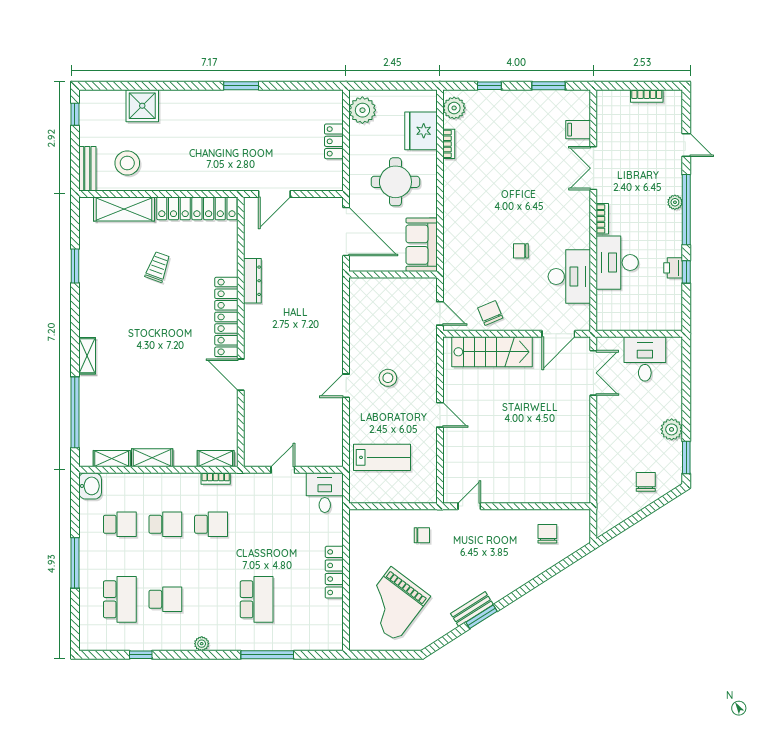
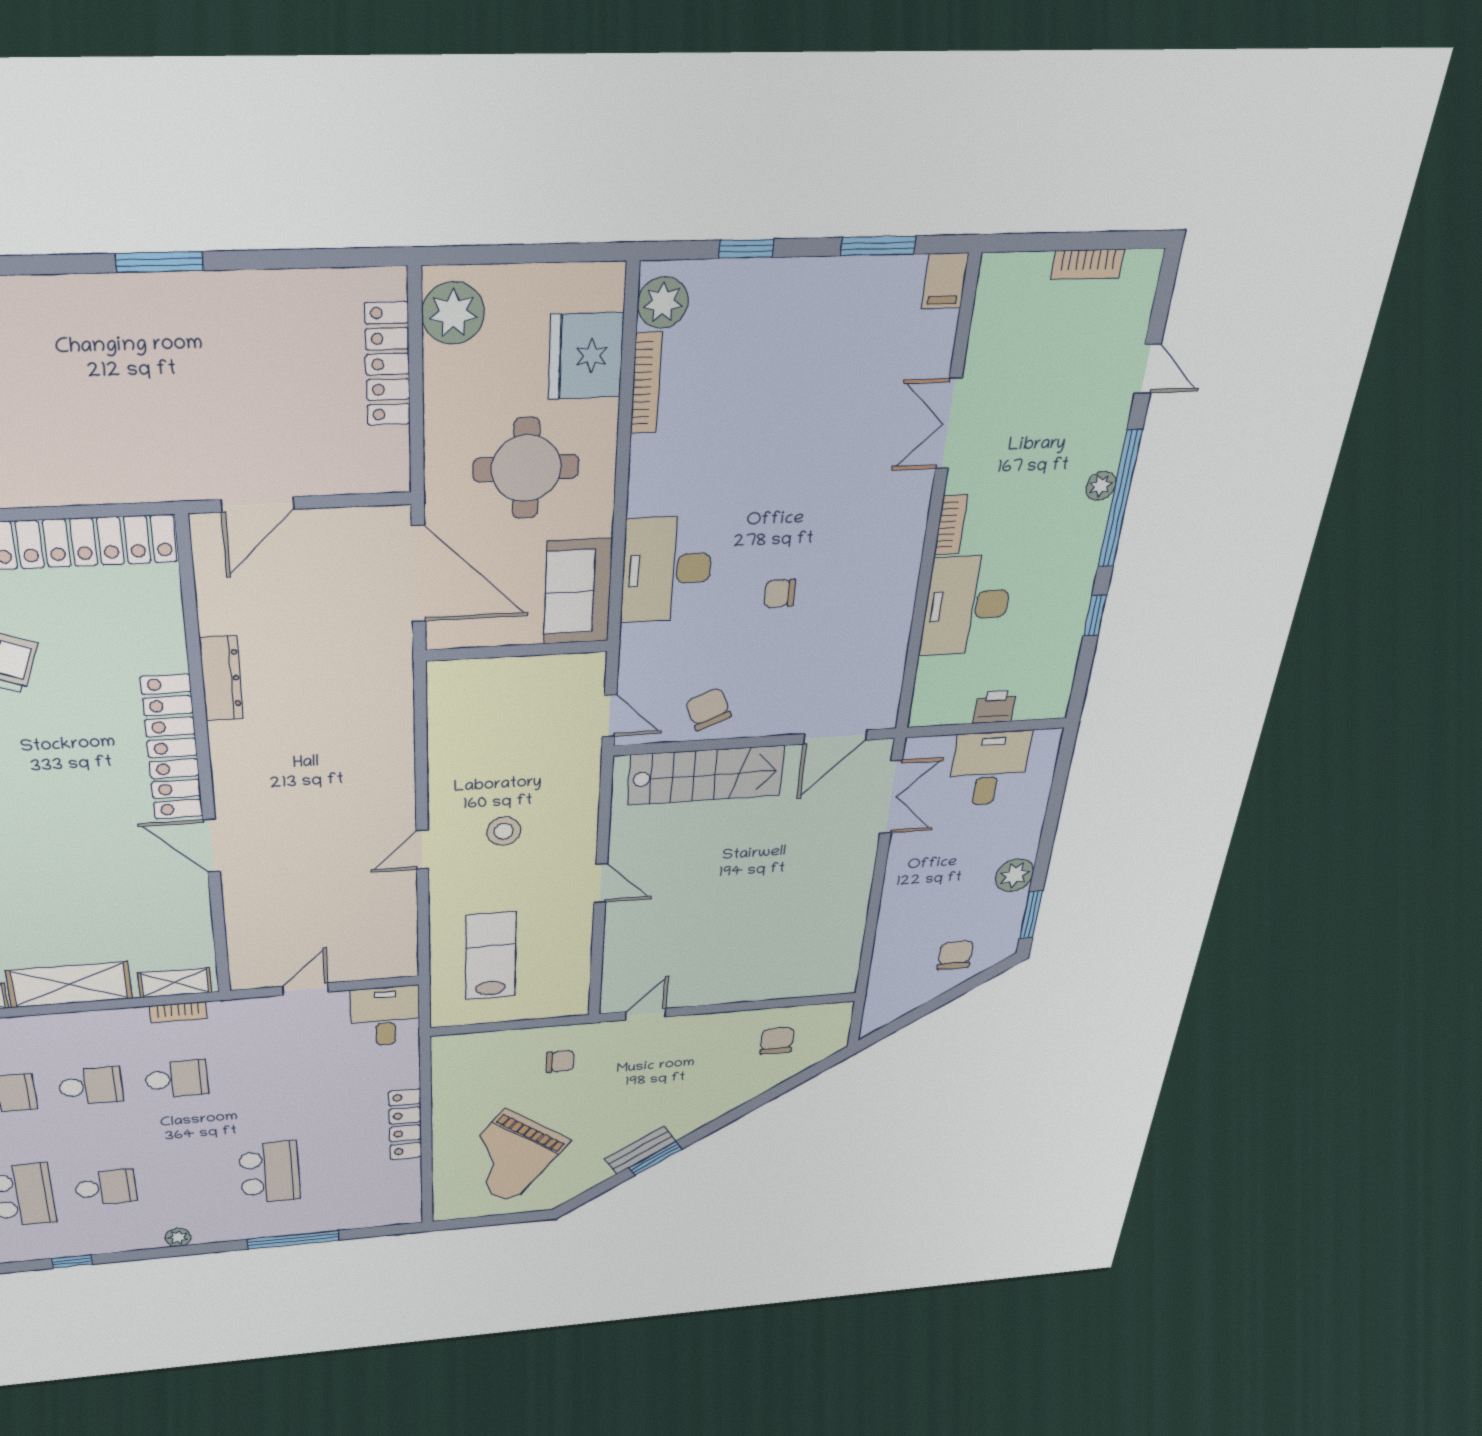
filing cabinet: (578, 130) -> (945, 281), moved, turned -90
locker: (334, 141) -> (388, 364), width x1.53
bookcase: (449, 144) -> (646, 383), width x1.56
printer: (673, 268) -> (995, 707), moved, turned 90
desk: (569, 277) -> (667, 569), moved, turned 180
lab bench: (382, 457) -> (491, 956), turned -90
shelving: (152, 458) -> (69, 985), width x1.50, depth x1.33

